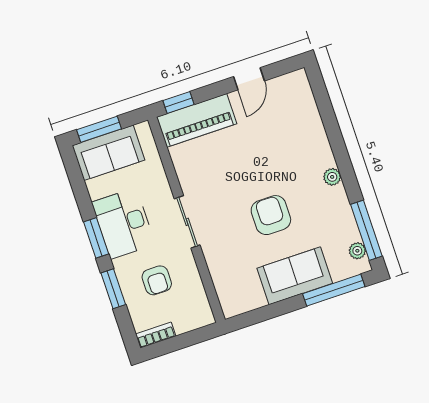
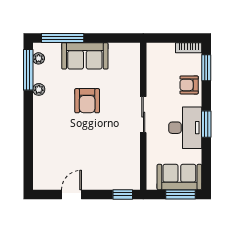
piano: (197, 120) -> (115, 179), removed
plant: (332, 177) -> (39, 89), moved
armchair: (157, 280) -> (189, 85), moved, turned -90
window: (113, 289) -> (206, 68), moved

